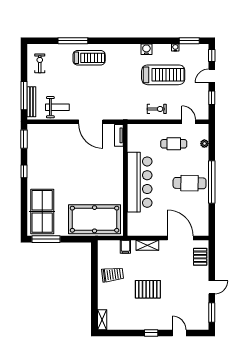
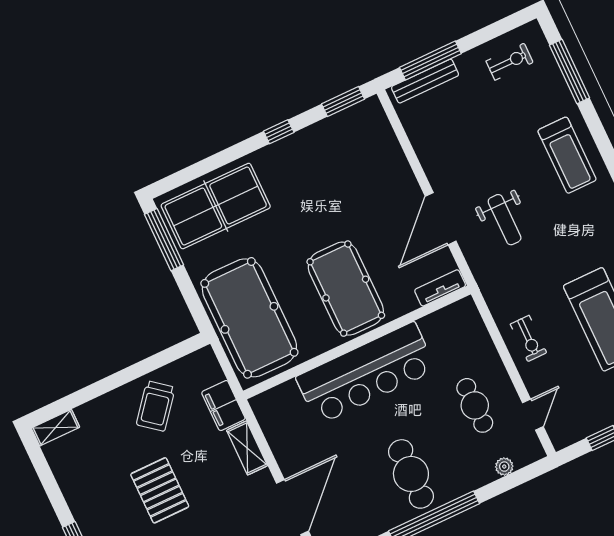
window: (73, 41) -> (570, 72), moved
weight bench: (57, 107) -> (505, 220), moved
pool table: (101, 174) -> (346, 289), added
filing cabinet: (125, 247) -> (223, 406), width x2.00
trolley: (113, 275) -> (156, 406), turned 46

